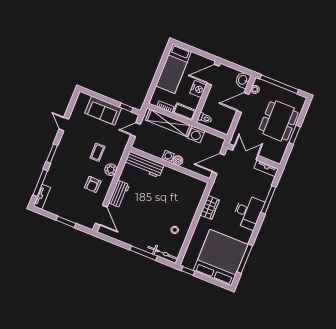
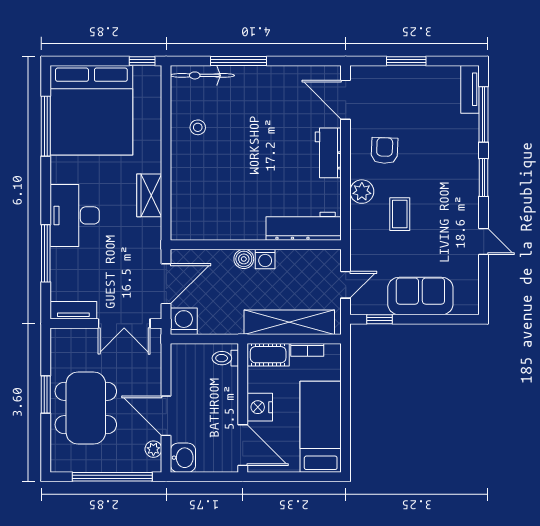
door: (213, 75) -> (243, 445), hinge flipped
door: (243, 102) -> (166, 416), swing flipped
washing machine: (196, 134) -> (184, 321), moved

